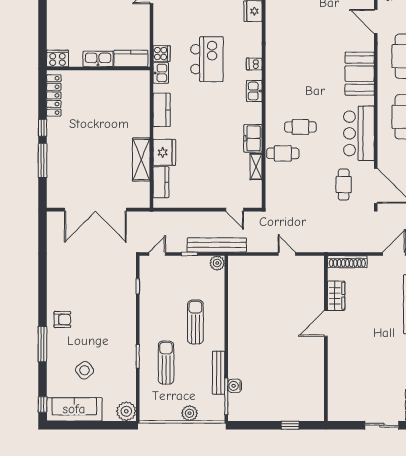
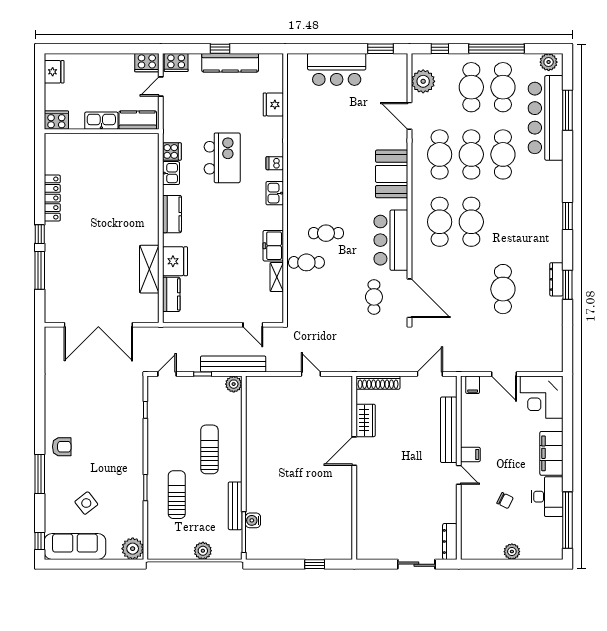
cooker: (58, 58) -> (56, 120), moved
kitchen counter: (131, 58) -> (138, 120), moved
kitchen sink: (98, 59) -> (101, 121), moved
wall: (98, 68) -> (102, 131), moved

